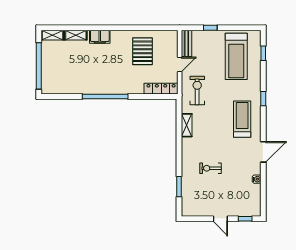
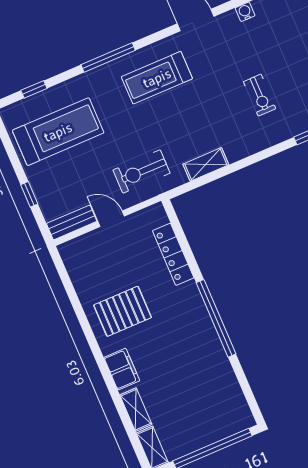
pallet: (142, 51) -> (122, 311), moved
locker: (161, 89) -> (173, 254), moved
window: (263, 99) -> (108, 58), width x2.17

